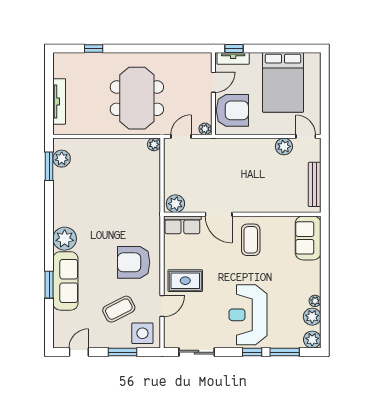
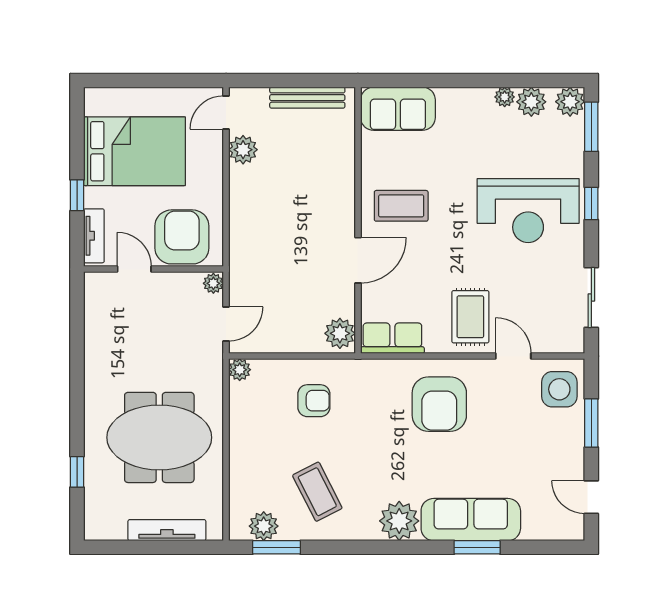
window: (234, 48) -> (77, 195), moved
meeting table: (137, 98) -> (159, 437), moved
door: (181, 136) -> (226, 324), swing flipped
armchair: (136, 188) -> (314, 401), added
row of seats: (182, 225) -> (392, 338), moved, turned -90
coffee table: (119, 309) -> (317, 492), moved
window: (285, 352) -> (591, 127), moved

